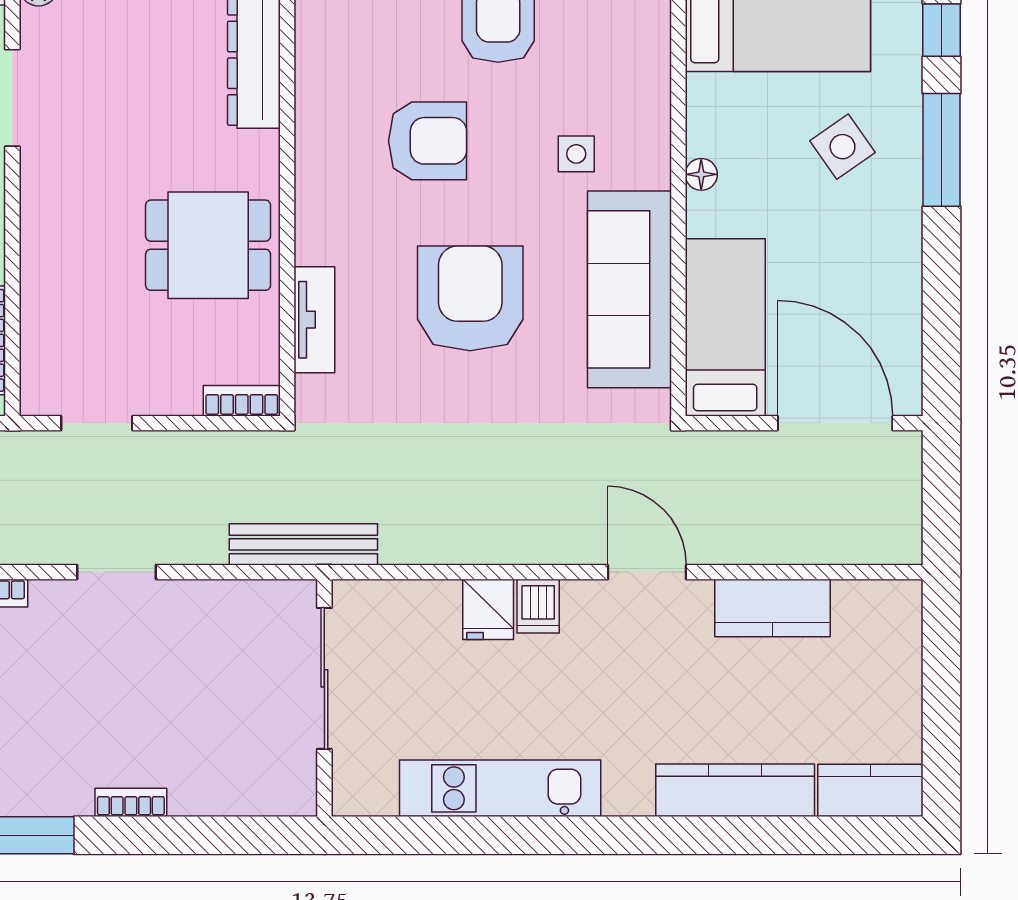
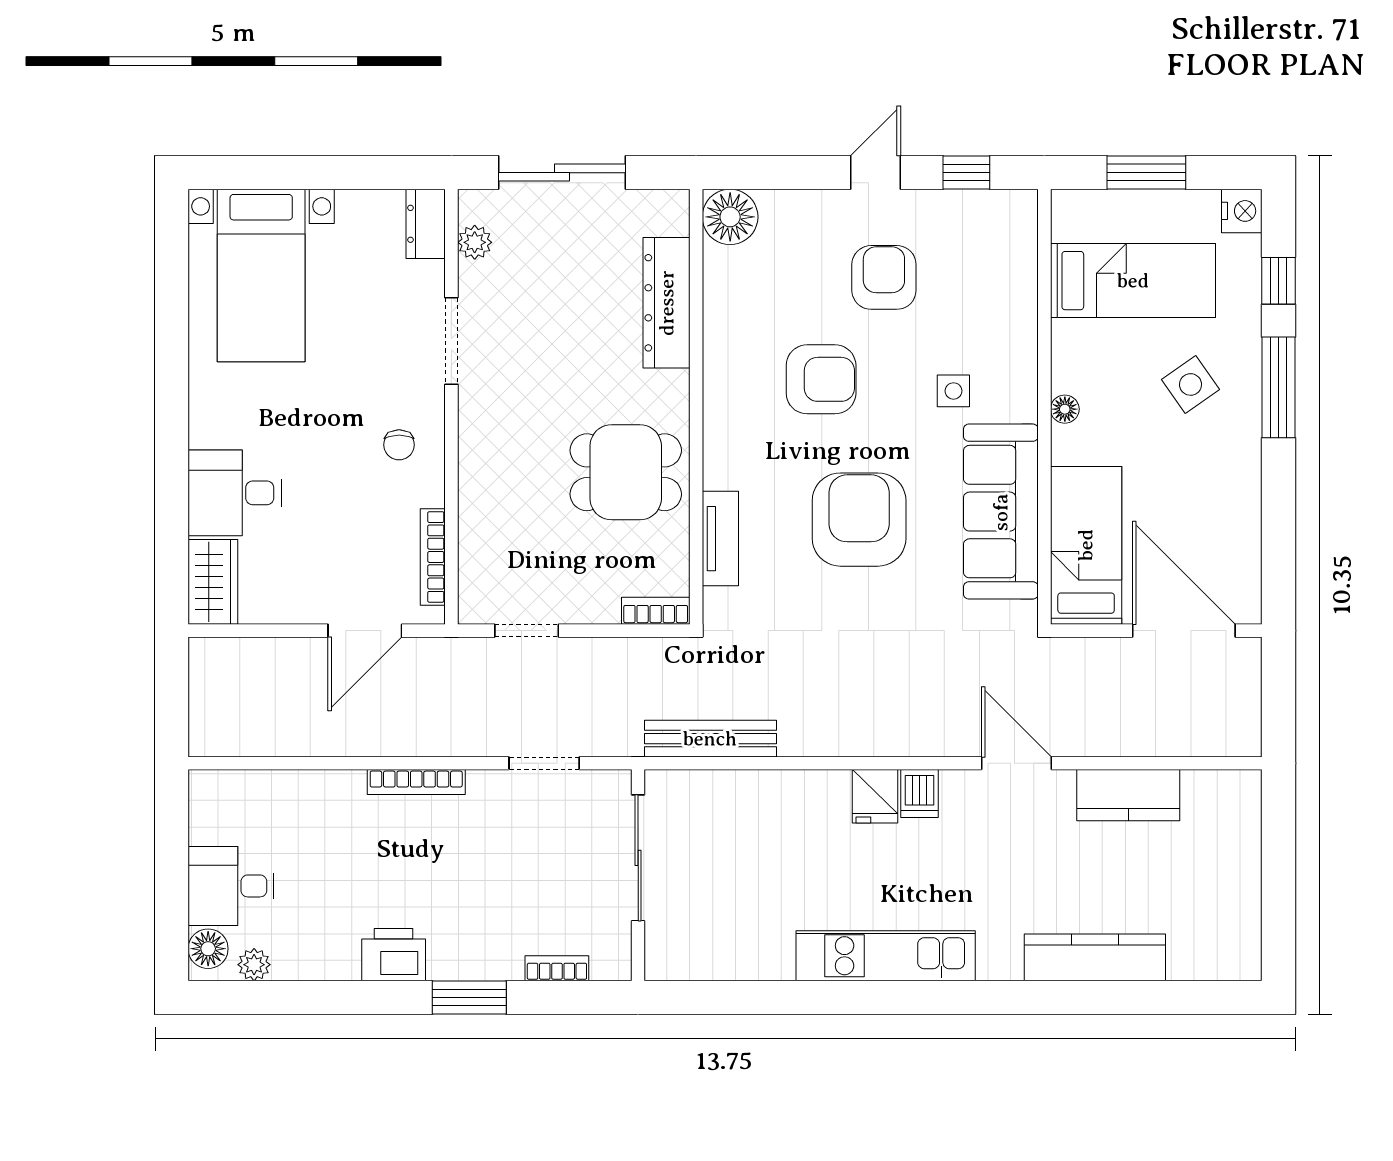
sliding door: (324, 678) -> (638, 858), moved
wall: (324, 698) -> (638, 875), moved
kitchen counter: (870, 790) -> (1215, 958), removed

